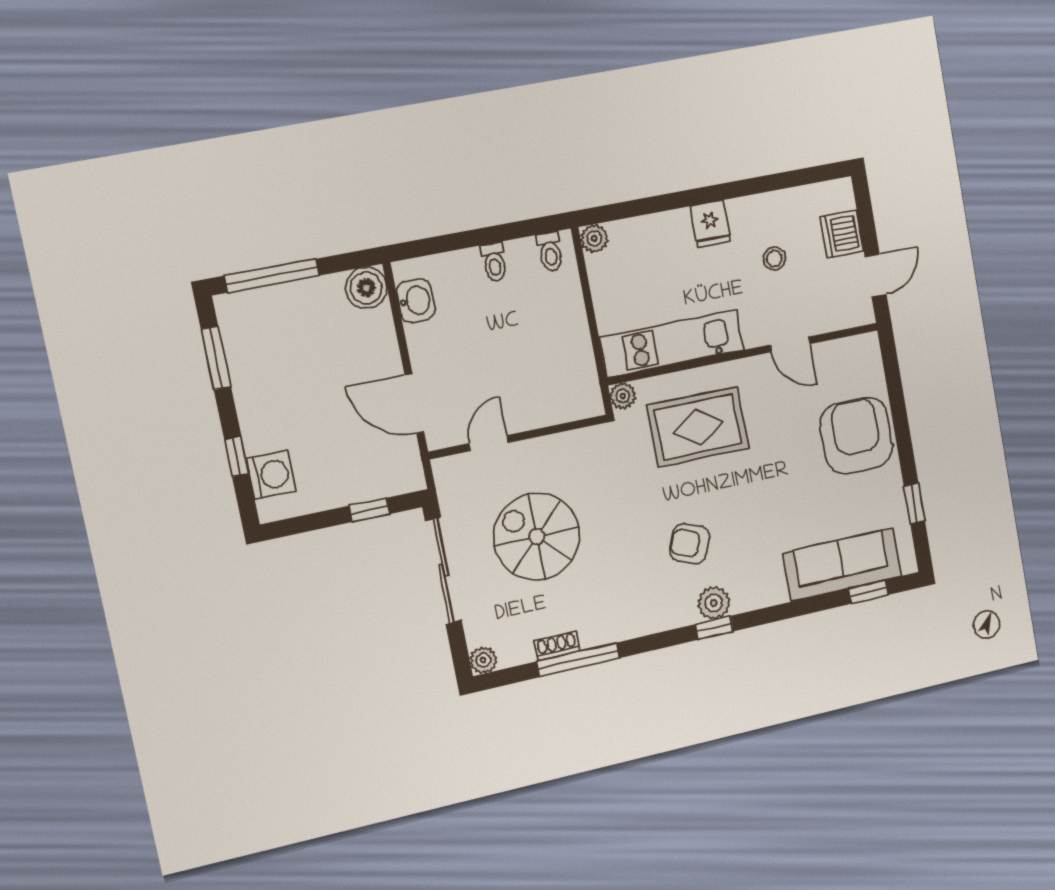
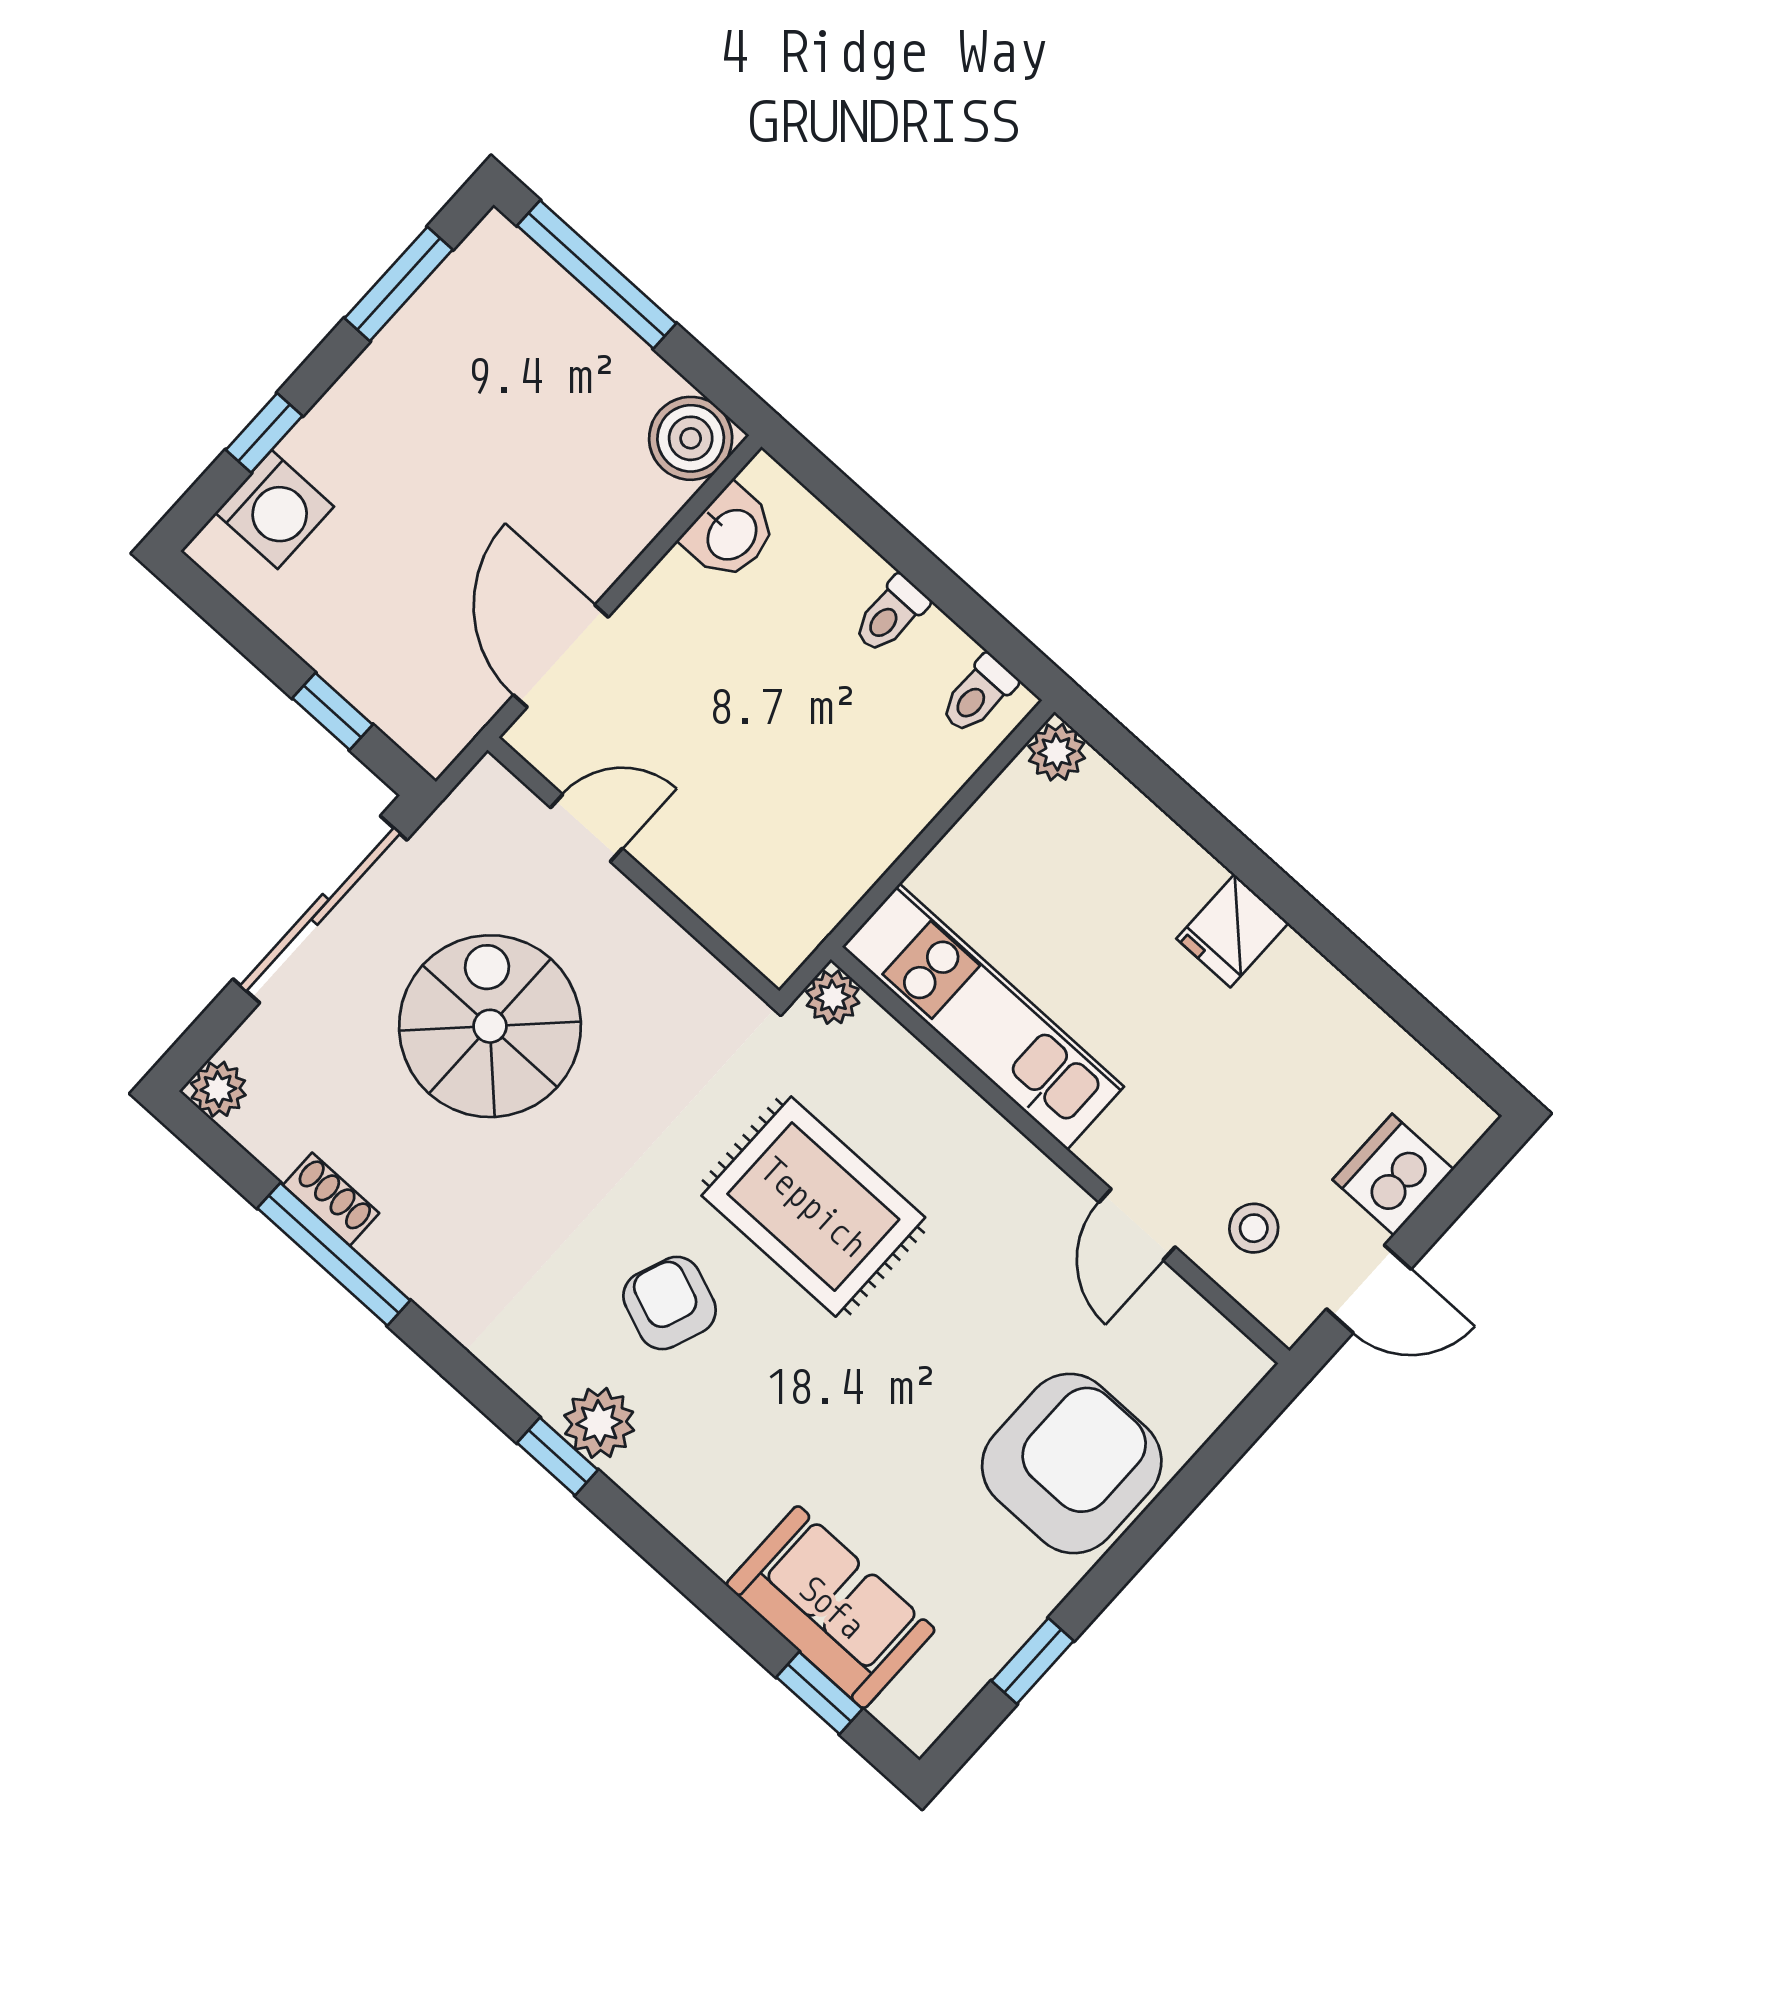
stool: (774, 259) -> (1254, 1228), moved
rug: (698, 427) -> (813, 1207), moved
sofa: (842, 565) -> (831, 1607), width x0.73

